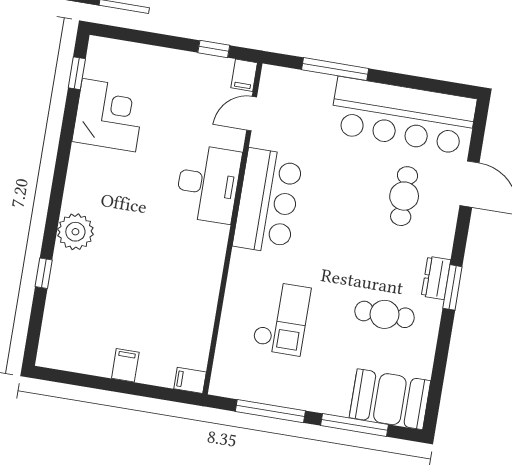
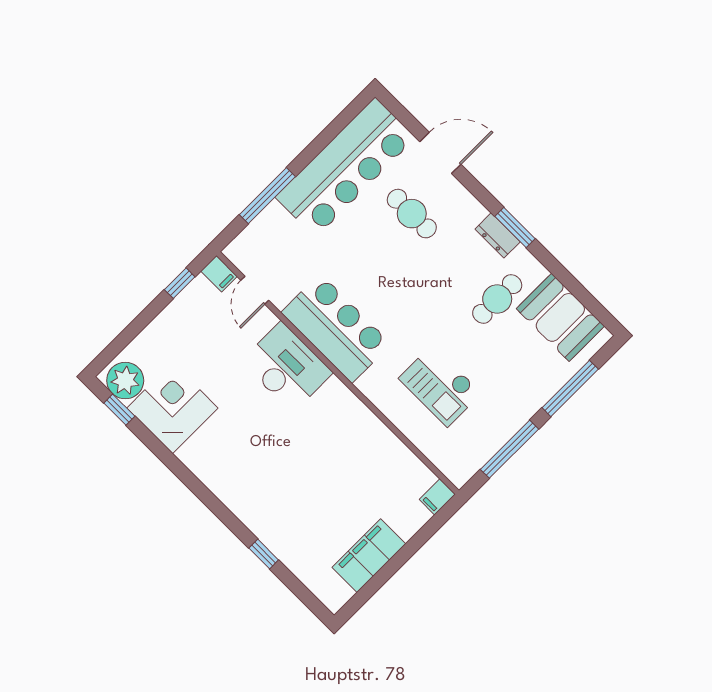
plant: (75, 232) -> (125, 381), moved
checkout: (282, 318) -> (440, 386), turned 180
filing cabinet: (125, 365) -> (369, 556), width x3.00, depth x1.17
booth: (390, 399) -> (560, 317), moved, turned 90

